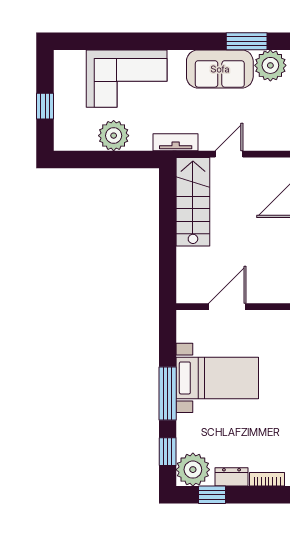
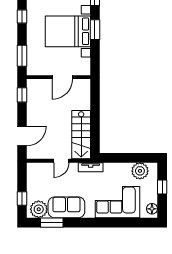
floor lamp: (64, 66) -> (152, 209), added
plant: (114, 136) -> (140, 171), moved
bed with nightstands: (217, 378) -> (68, 31), width x1.36
window: (168, 394) -> (95, 30), width x0.69

